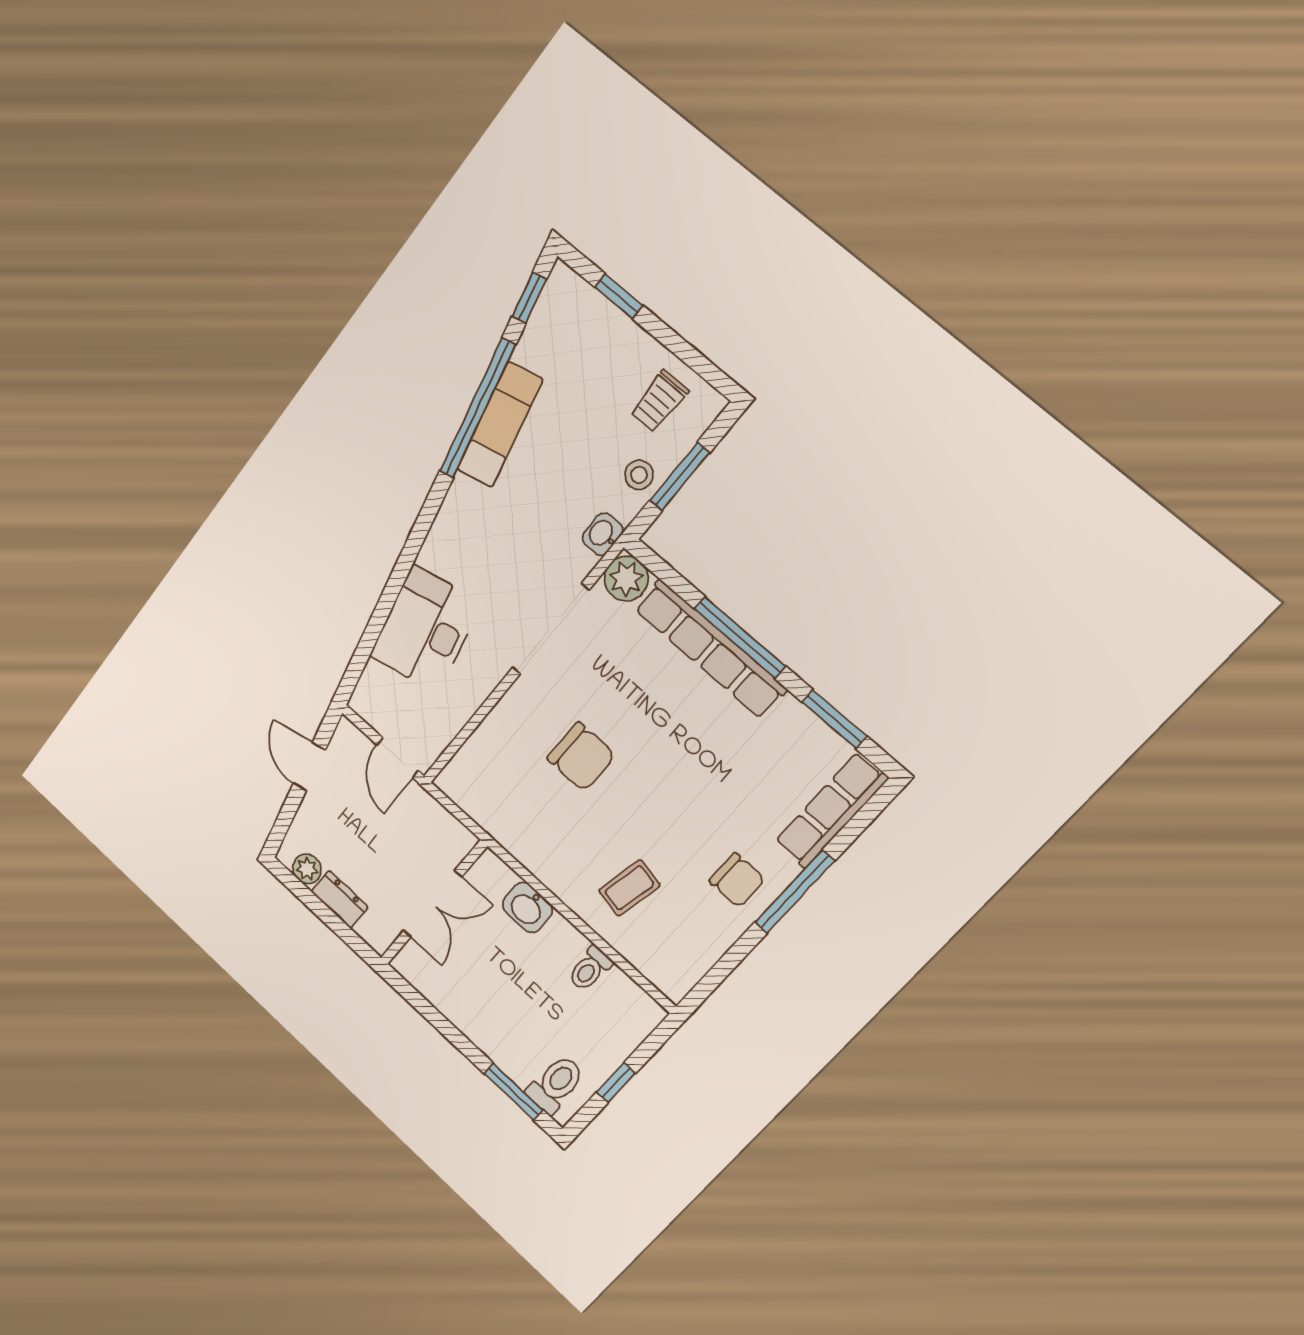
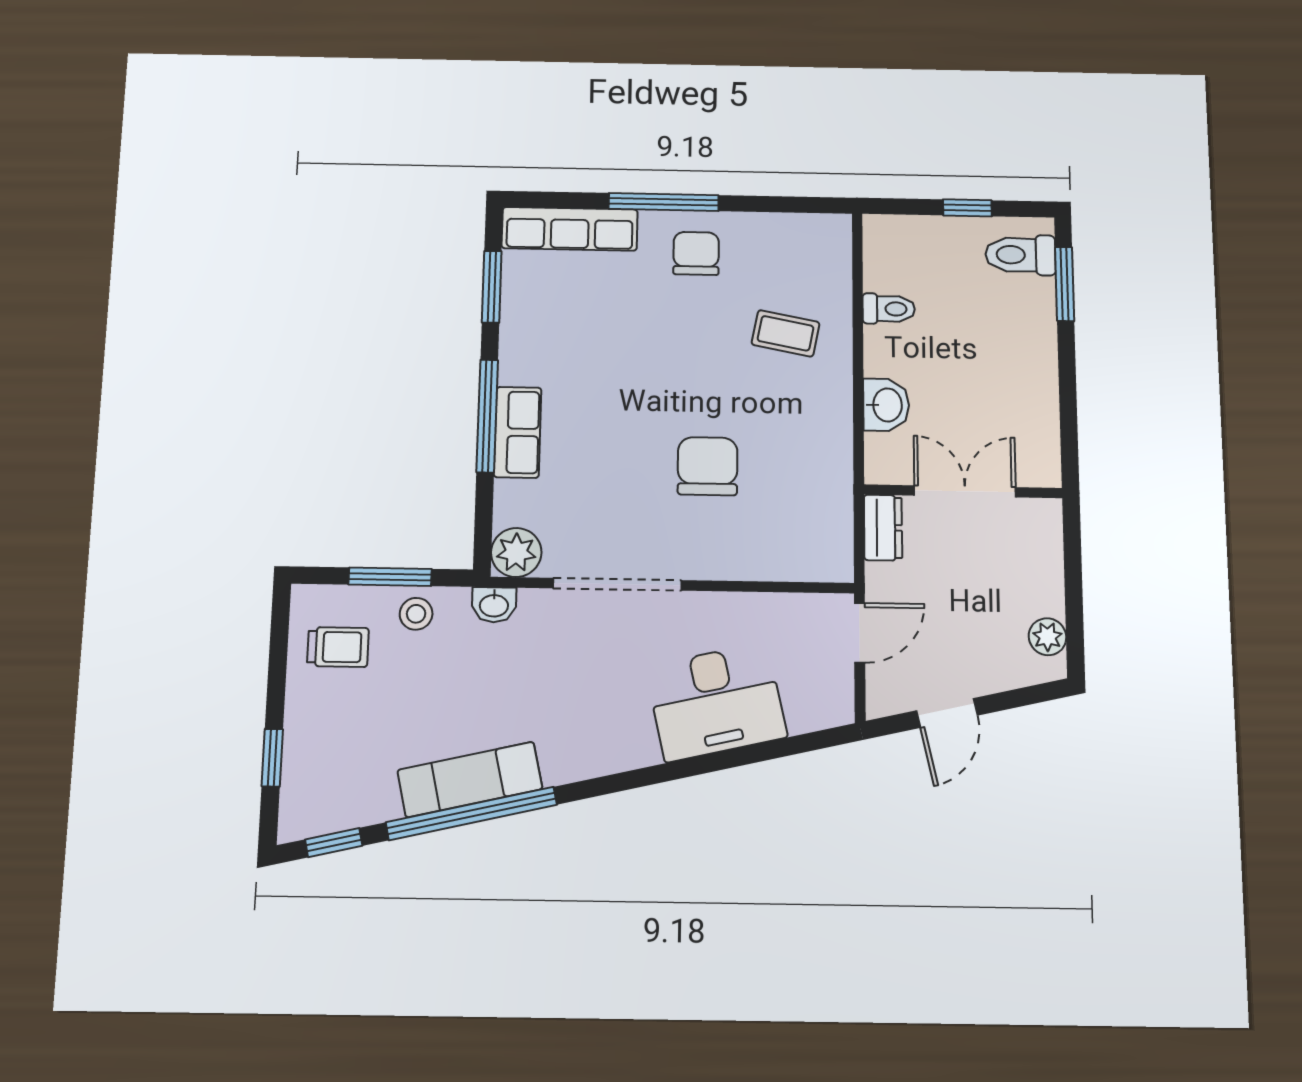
row of seats: (710, 649) -> (518, 432), width x0.50
dresser: (340, 899) -> (883, 528), moved, turned 180

